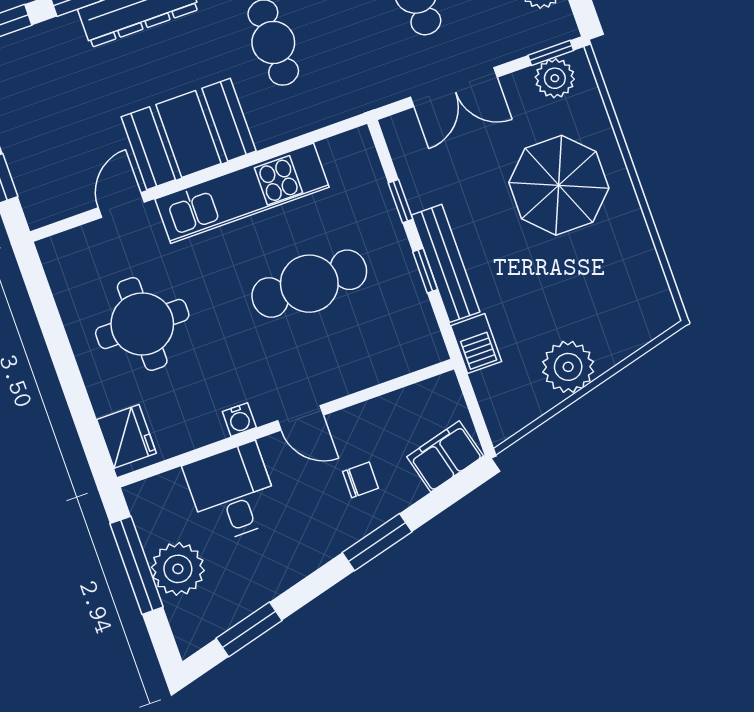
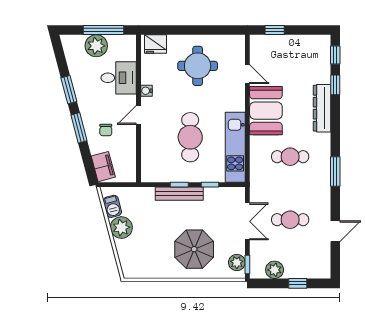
double door: (454, 87) -> (247, 221), swing flipped
kitchen unit: (242, 193) -> (235, 147), moved
barbecue: (476, 344) -> (112, 206), moved, turned -105
window: (249, 629) -> (69, 90), moved

